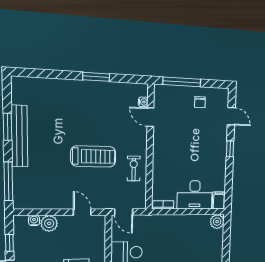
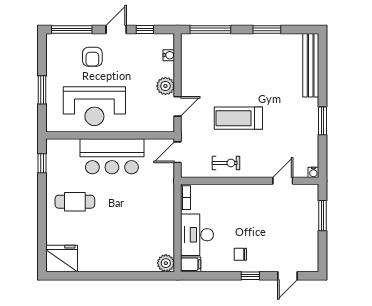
window: (182, 82) -> (323, 216), width x0.69
water cooler: (143, 102) -> (313, 172), moved
chair: (200, 102) -> (240, 254), moved
bench: (19, 136) -> (311, 65), moved, turned 90
treadmill: (93, 156) -> (238, 118), turned 90
plant: (49, 223) -> (165, 86), moved

